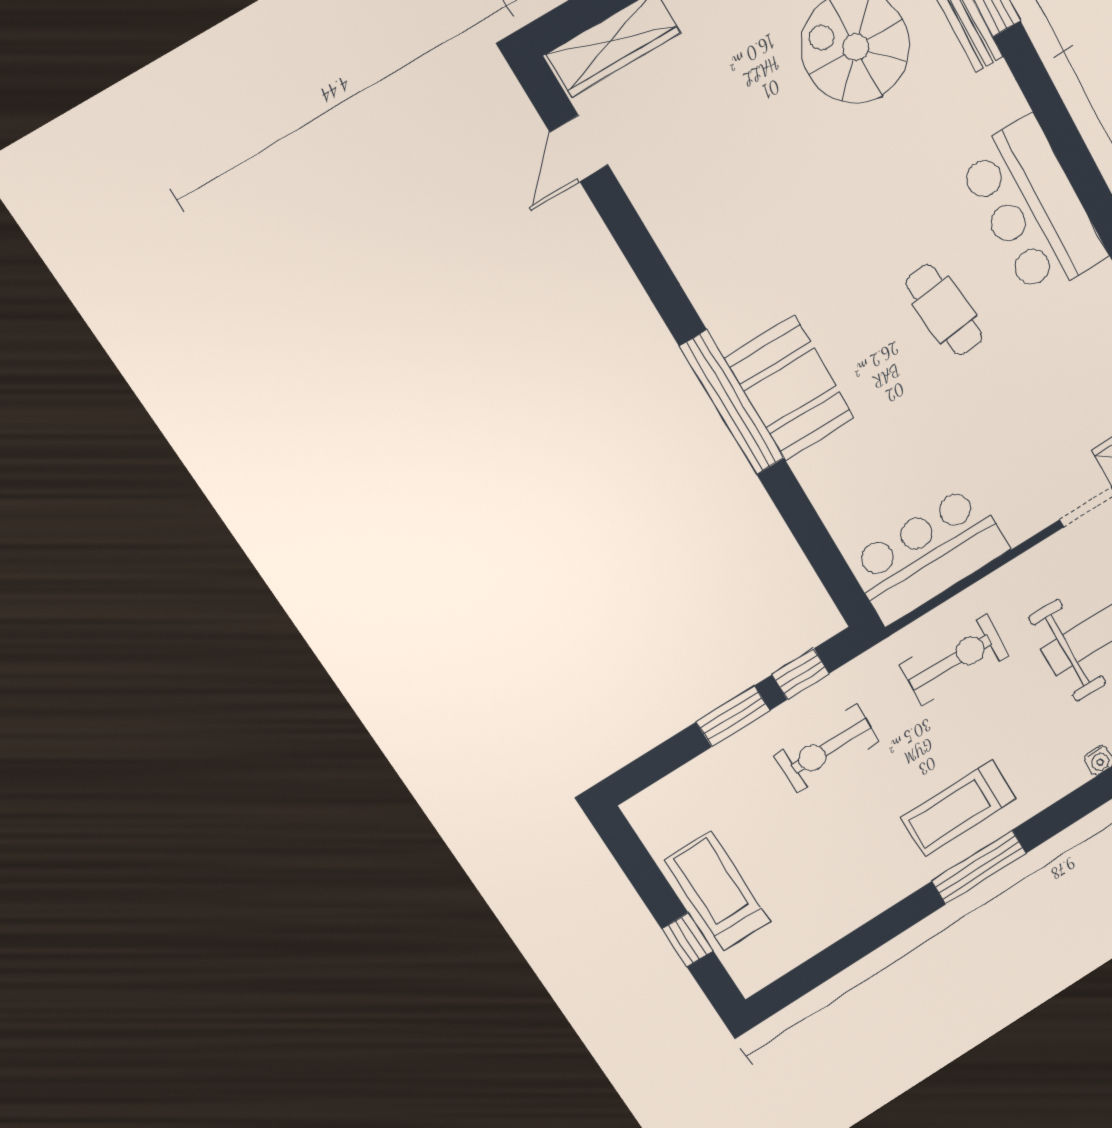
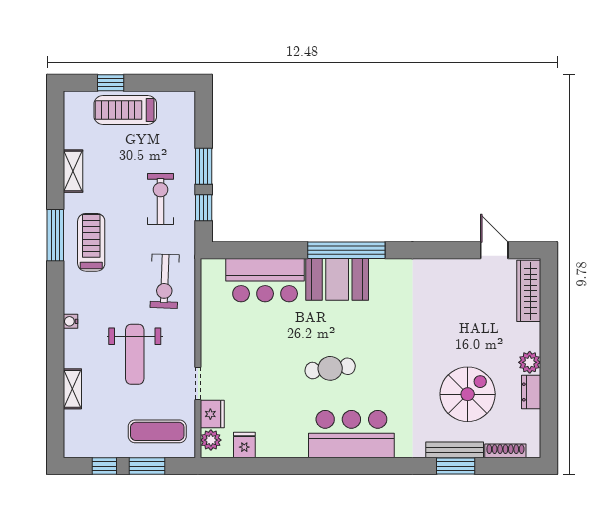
bar counter: (929, 555) -> (265, 280), moved, turned 90
treadmill: (717, 891) -> (125, 110), turned 180
shelving: (863, 905) -> (73, 171), added

